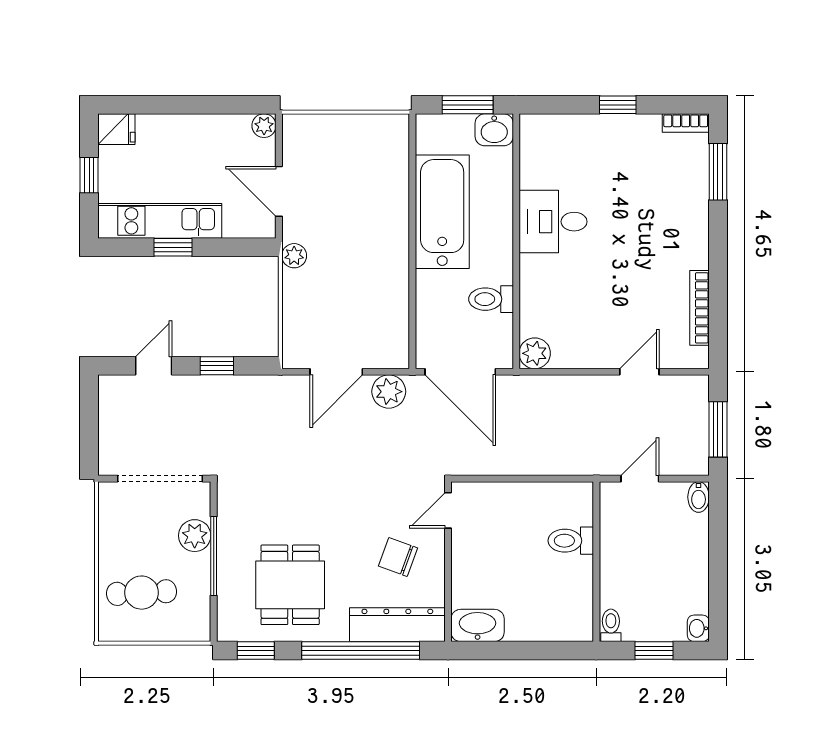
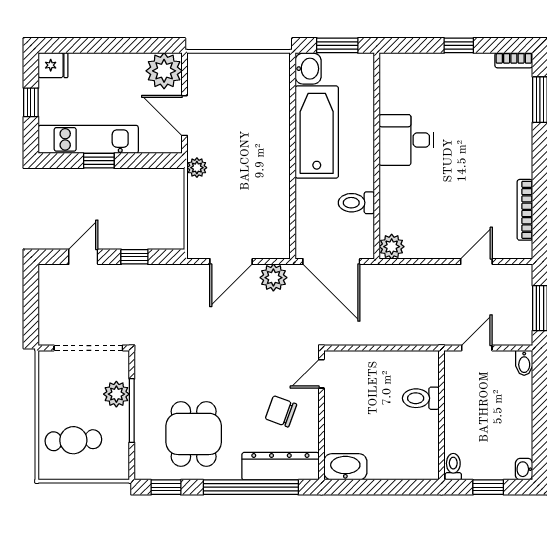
plant: (264, 126) -> (164, 71), width x1.88, depth x1.88
washbasin: (494, 130) -> (308, 69), moved, turned -90

